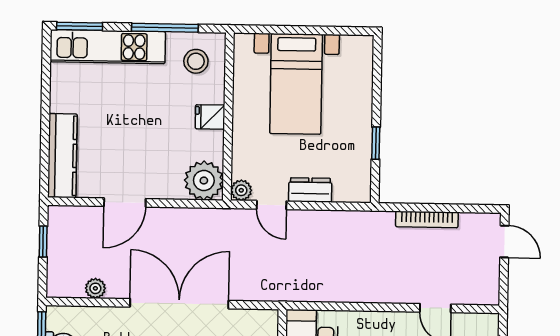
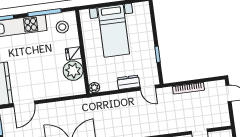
plant: (204, 180) -> (73, 71), moved
door: (125, 202) -> (24, 104), moved
door: (271, 205) -> (148, 88), moved

